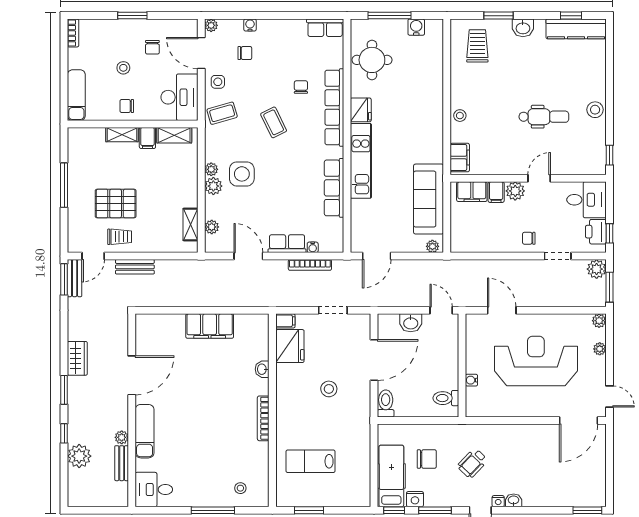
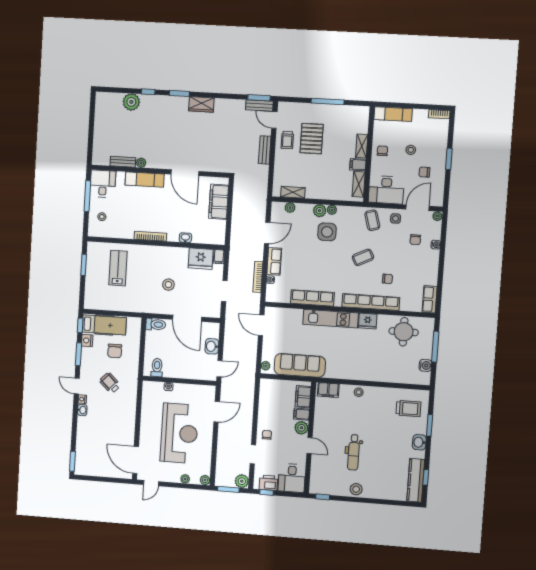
door: (132, 375) -> (185, 173), moved
wall: (132, 410) -> (160, 171), moved
exam couch: (145, 431) -> (145, 180), moved
plant: (122, 437) -> (141, 163), moved
bench: (122, 463) -> (123, 162), moved
desk: (154, 490) -> (103, 184), moved

